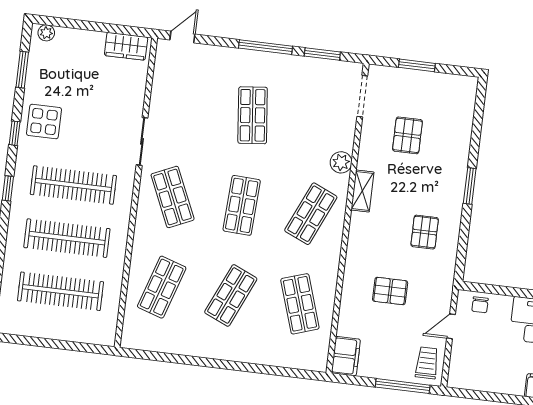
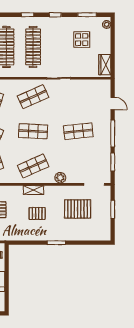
door: (182, 37) -> (113, 103), moved
display table: (44, 121) -> (82, 40), moved
pallet: (407, 135) -> (78, 209), width x1.50, depth x1.42
shelving: (362, 191) -> (33, 190), moved
shop shelf: (311, 214) -> (33, 166), turned -48
pallet: (425, 232) -> (37, 213), moved

